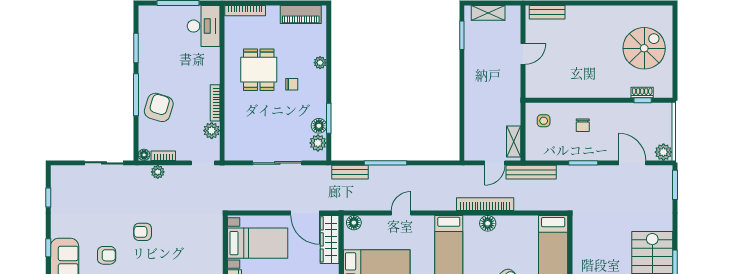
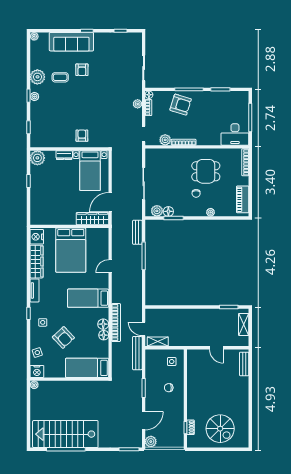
door: (401, 213) -> (110, 266), swing flipped
floor lamp: (354, 223) -> (104, 335), moved
armchair: (143, 232) -> (82, 136), moved

